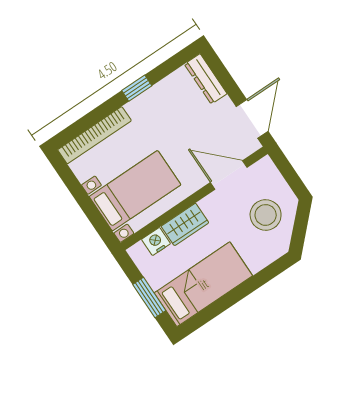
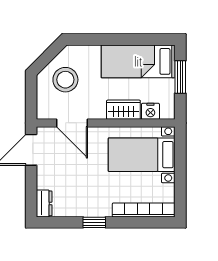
dresser: (206, 79) -> (44, 203), width x0.70

